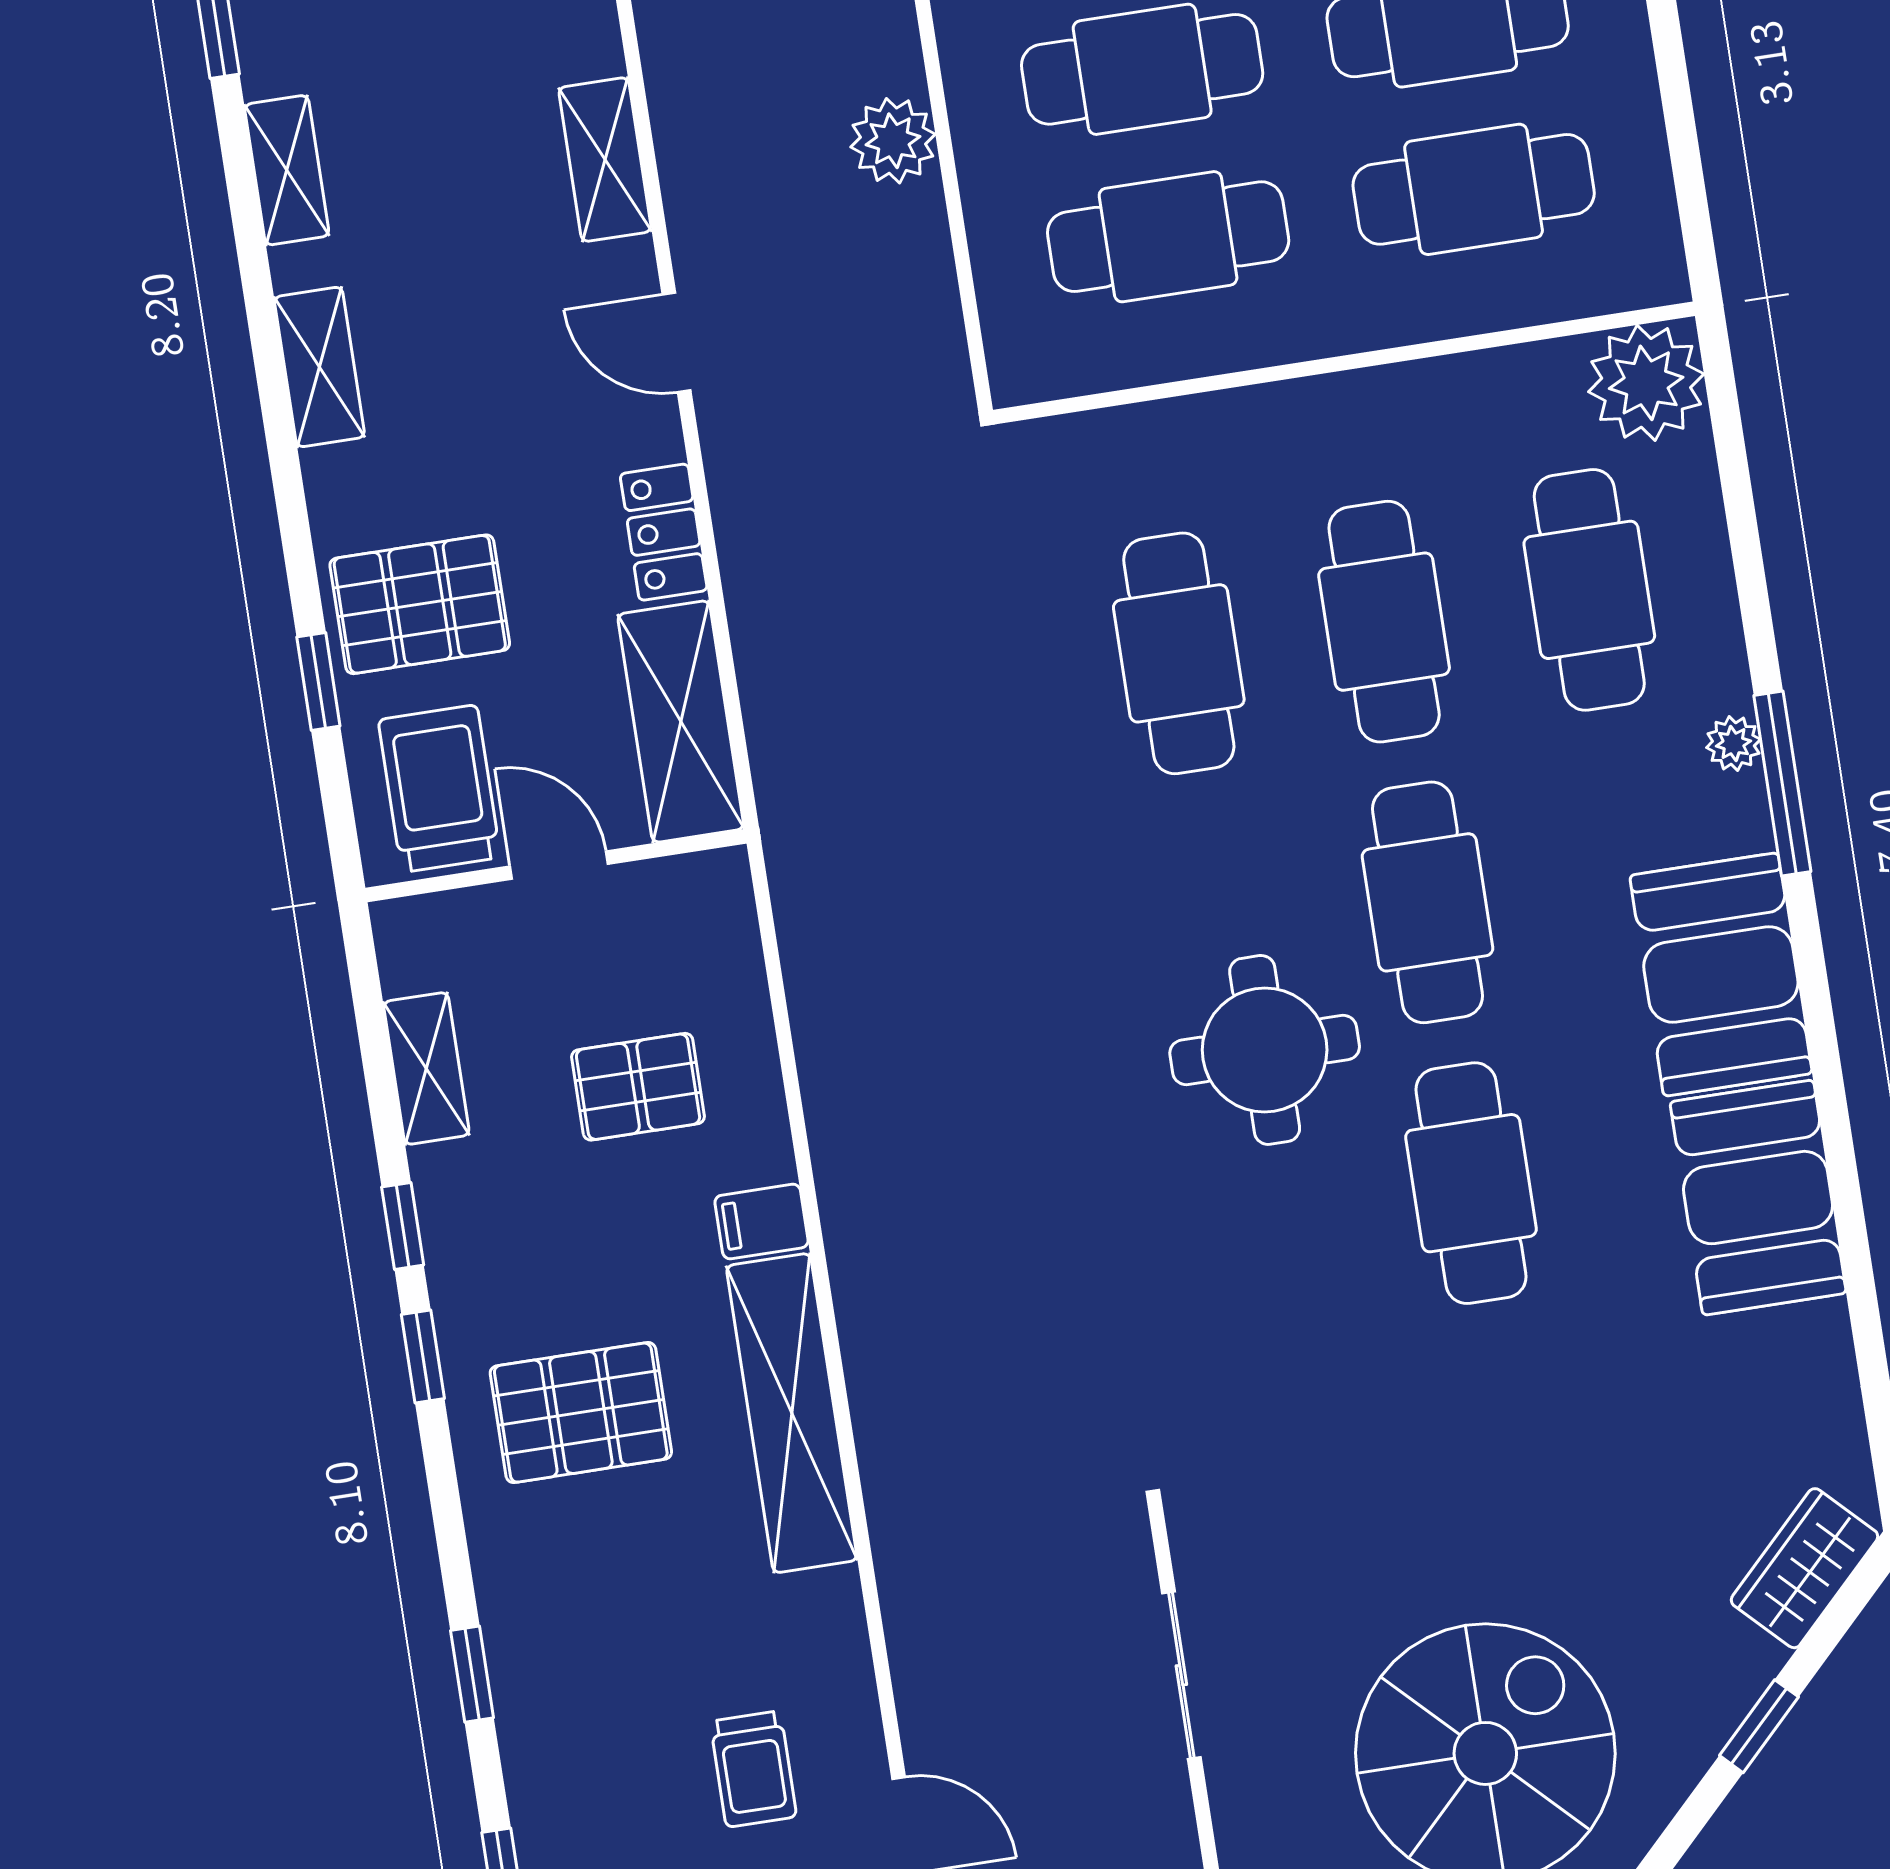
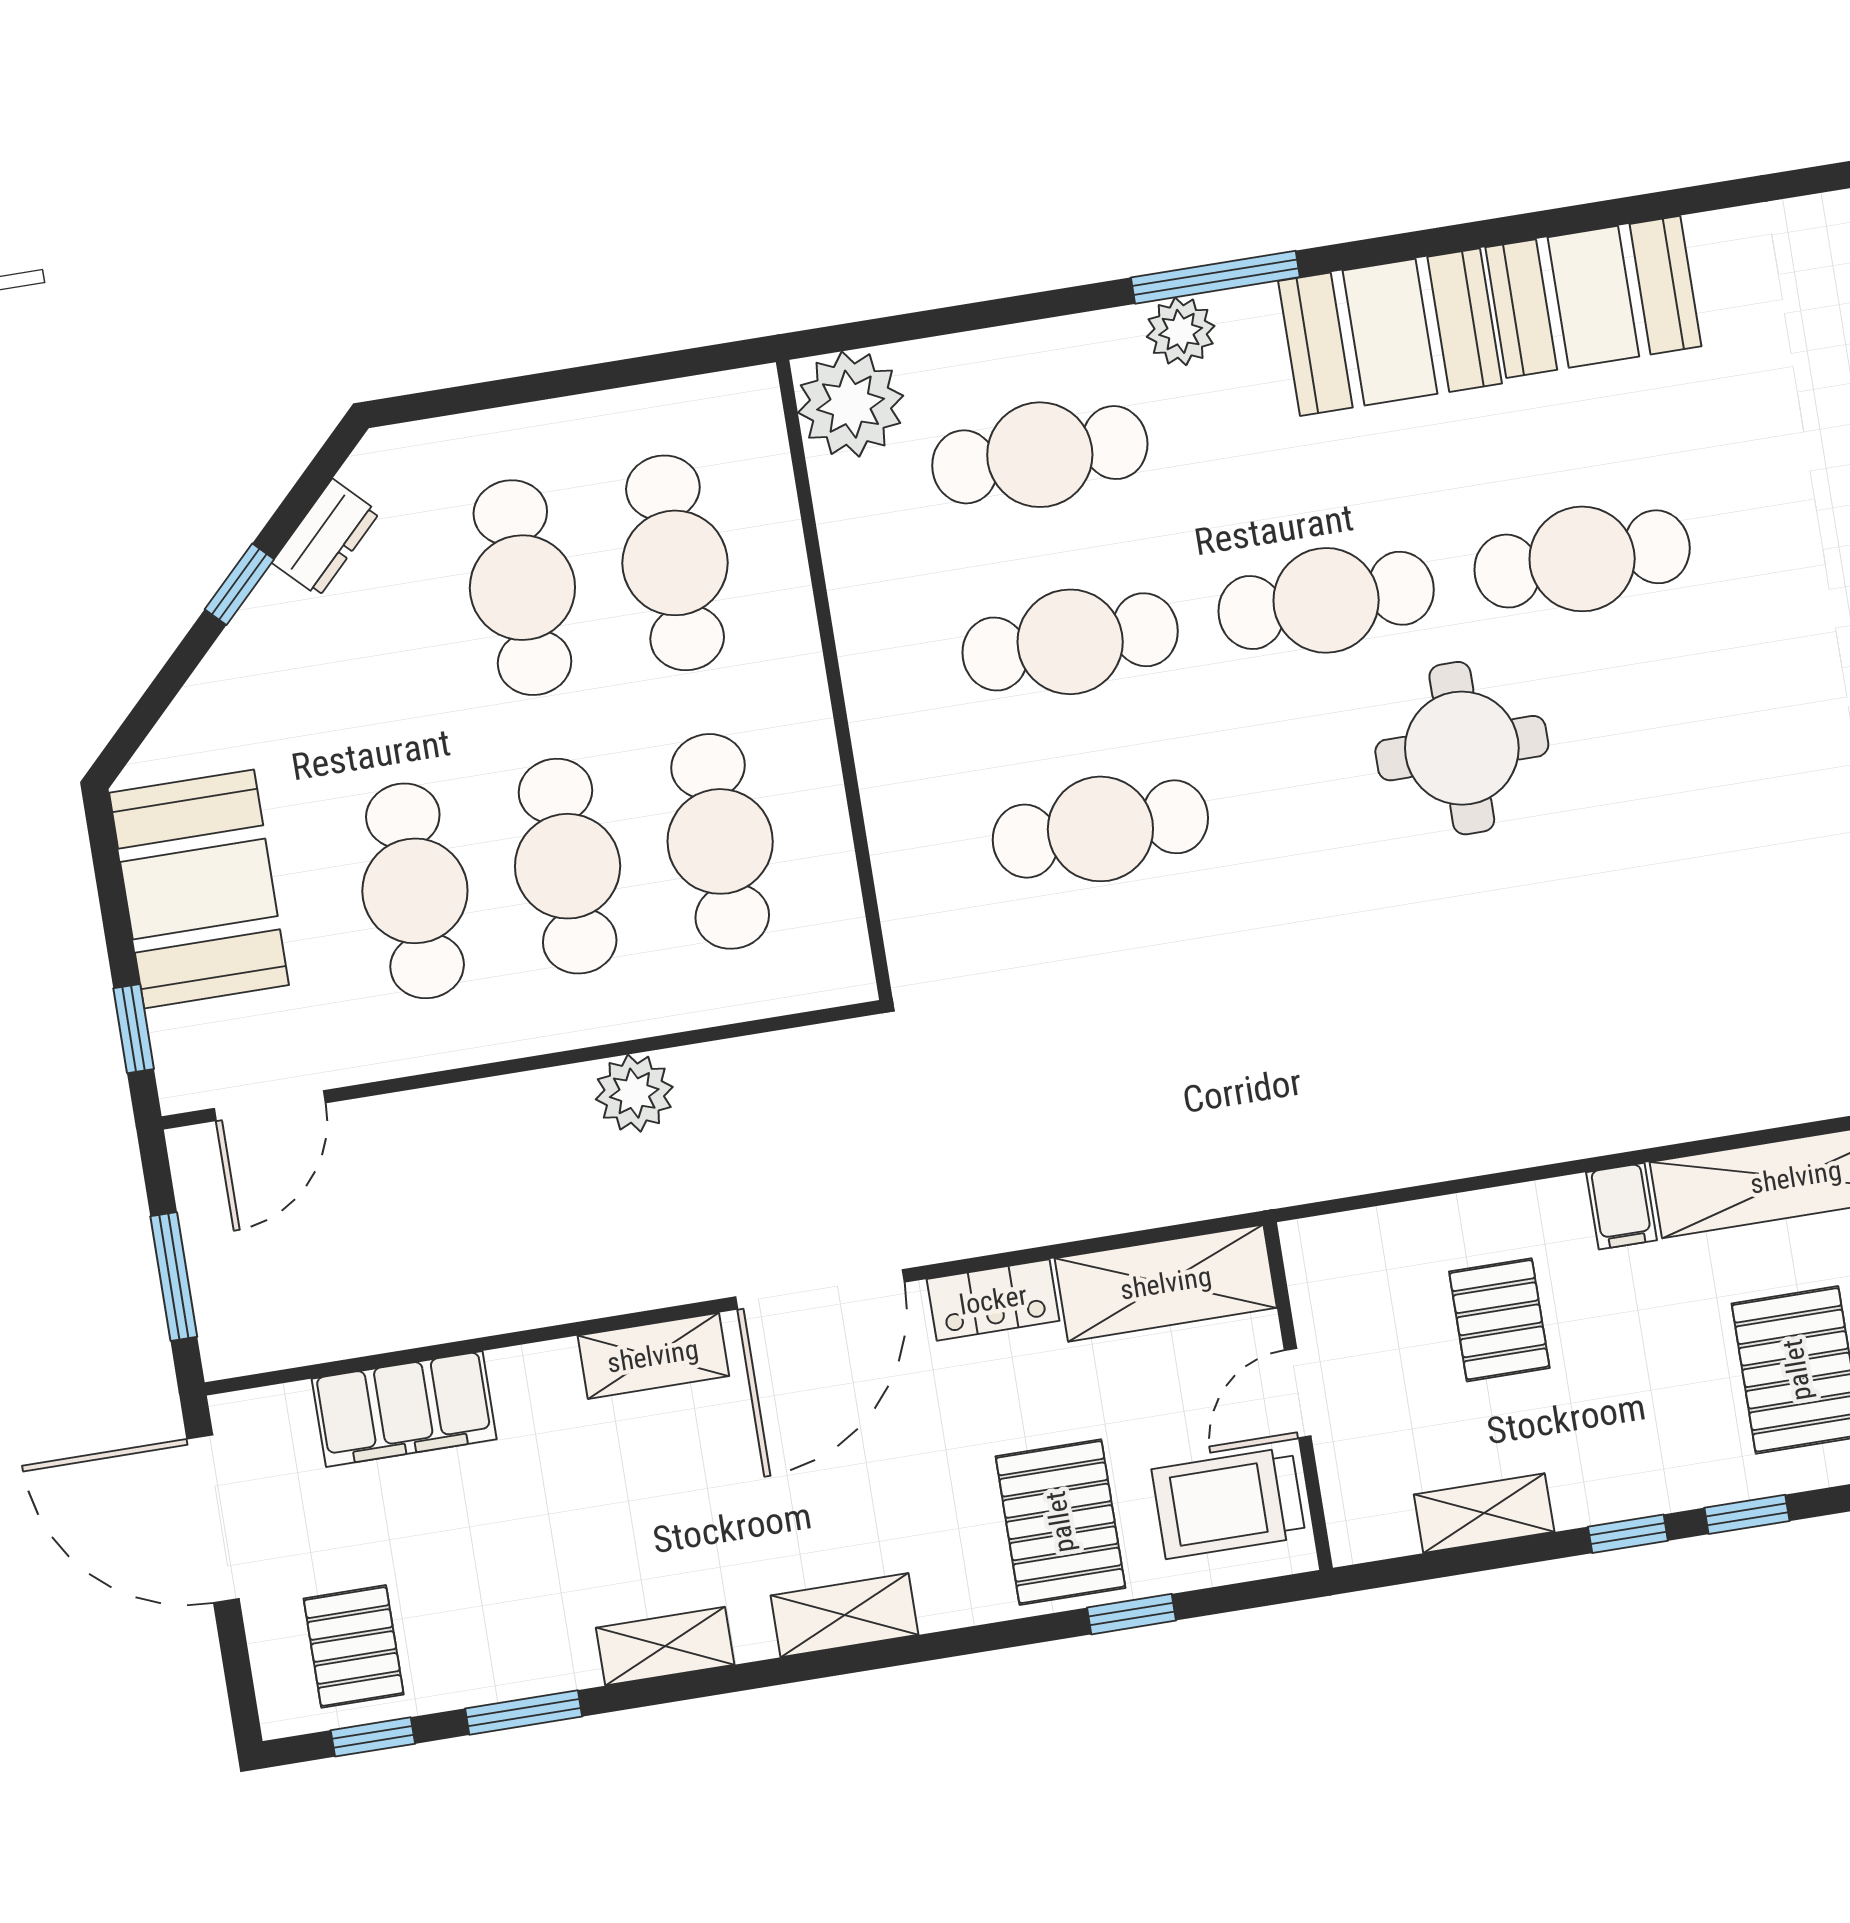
door: (676, 342) -> (820, 1289), width x1.88
plant: (1733, 744) -> (1181, 331), width x1.38, depth x1.38

